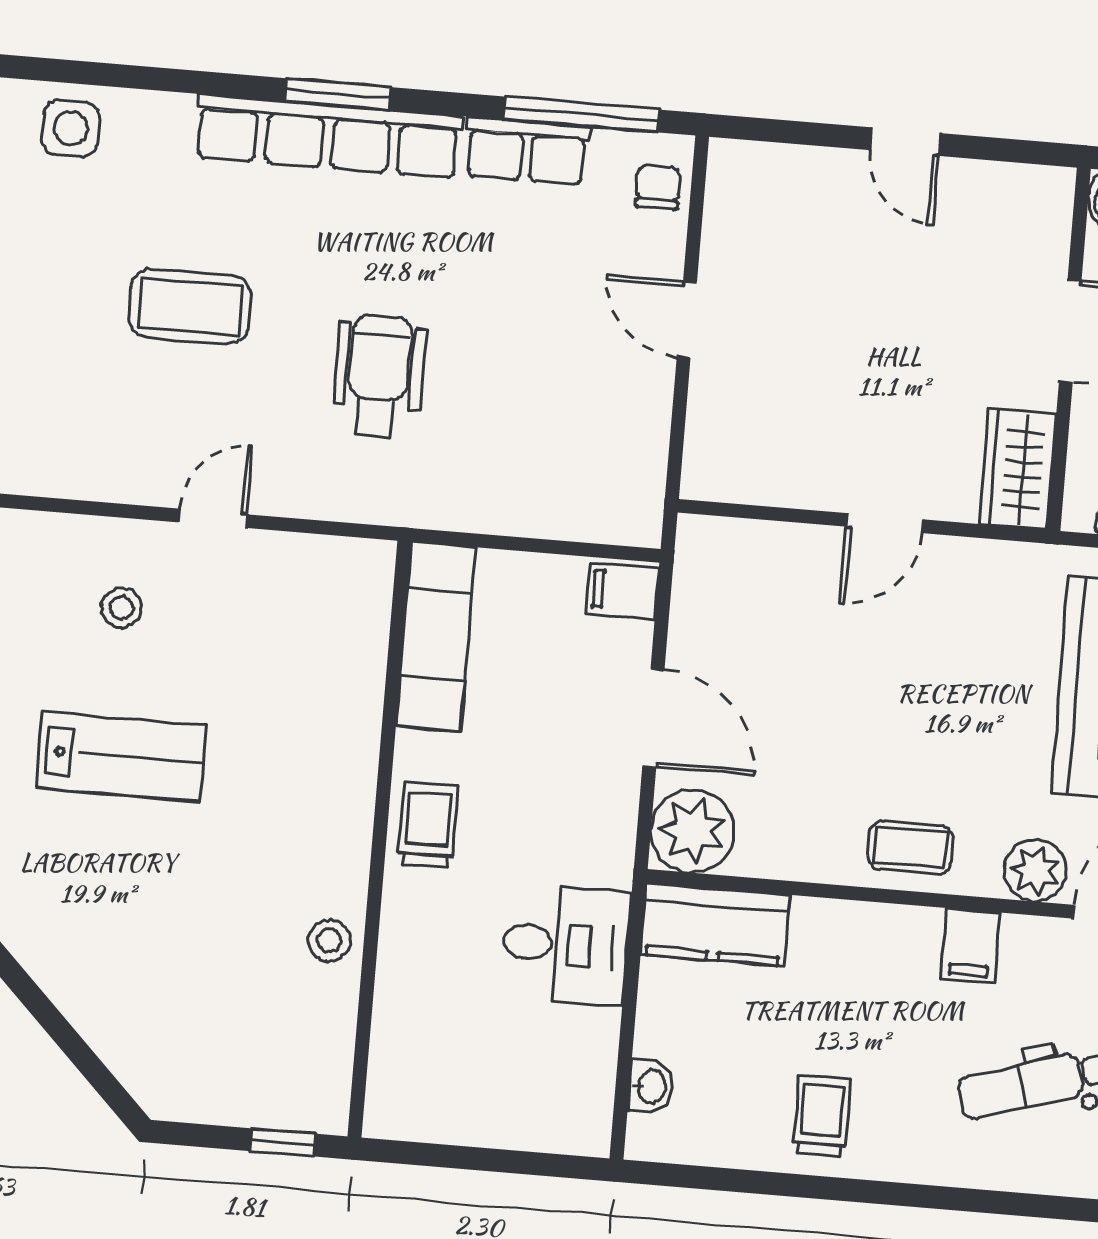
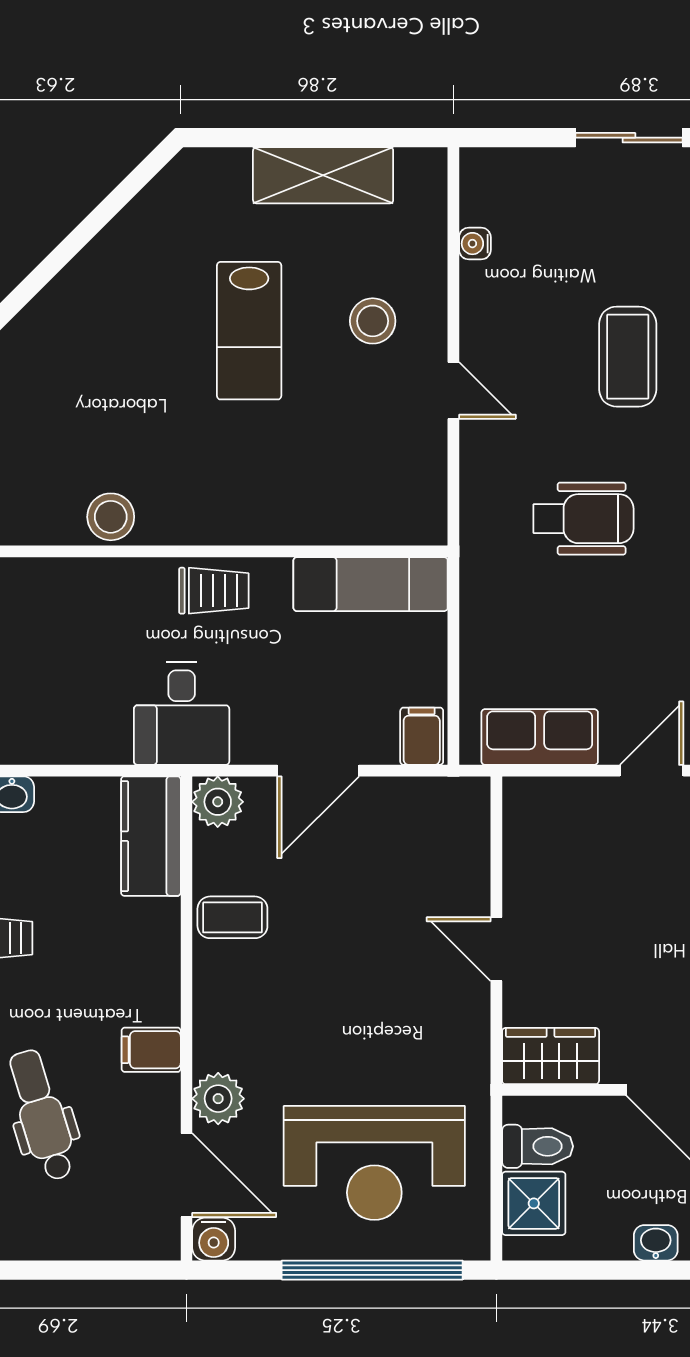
row of seats: (635, 450) -> (540, 737), added
water cooler: (39, 478) -> (475, 244), added
stool: (122, 608) -> (373, 321), width x1.37, depth x1.37
plant: (693, 831) -> (218, 802), width x0.73, depth x0.73
coffee table: (910, 848) -> (232, 917), moved, turned 90
stool: (329, 940) -> (111, 517), width x1.37, depth x1.37
desk: (566, 945) -> (182, 713), moved

